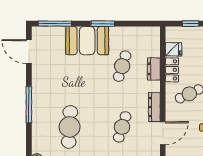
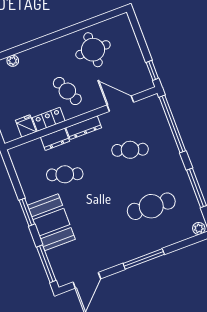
dresser: (154, 107) -> (84, 128), moved

